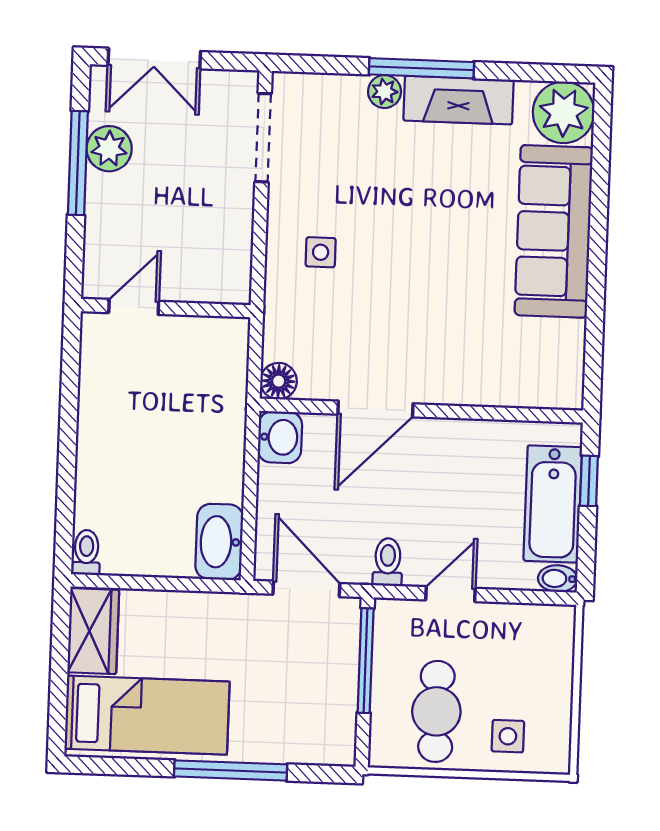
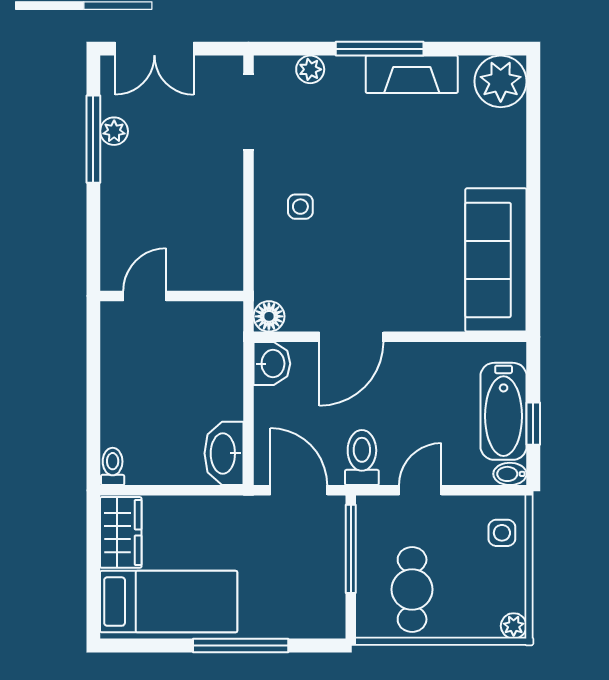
plant: (385, 92) -> (310, 69), moved
plant: (109, 149) -> (114, 131), width x0.73, depth x0.73
sofa: (554, 231) -> (496, 260), moved
door: (134, 307) -> (145, 296), moved
wall: (166, 308) -> (172, 296), moved
window: (589, 481) -> (533, 424), moved
toilet: (388, 562) -> (362, 458), width x1.37, depth x1.39
side table: (508, 736) -> (502, 533), moved
plant: (555, 759) -> (514, 626), added

